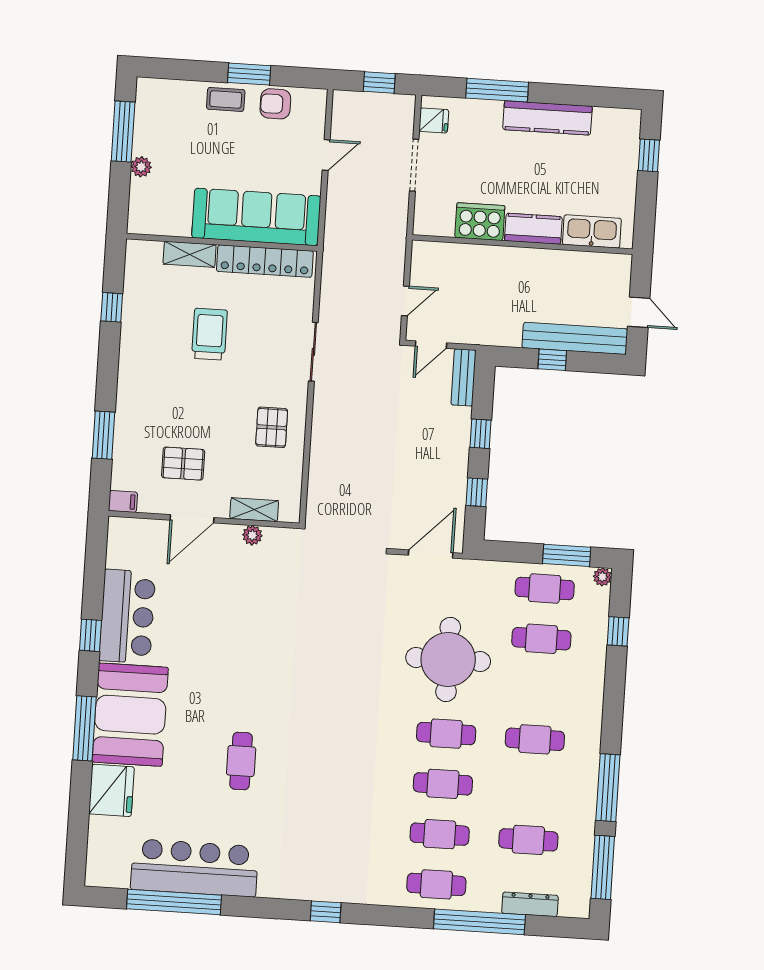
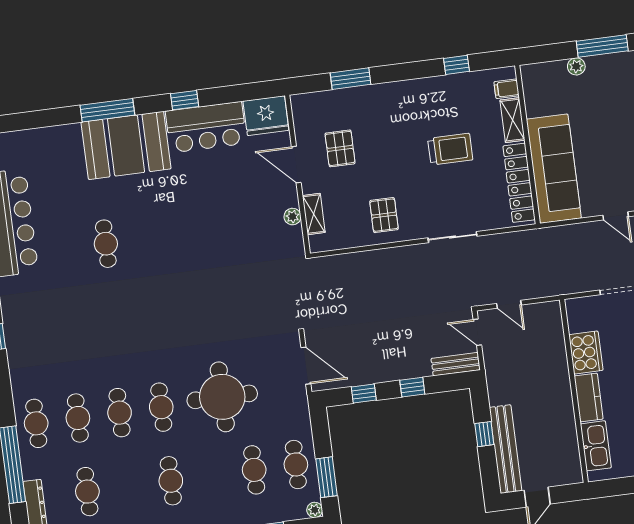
pallet: (272, 427) -> (384, 215), turned 90
filing cabinet: (123, 501) -> (506, 89), moved, turned 90
cafe table: (241, 761) -> (106, 244), turned 90
fridge: (112, 790) -> (266, 116), moved

